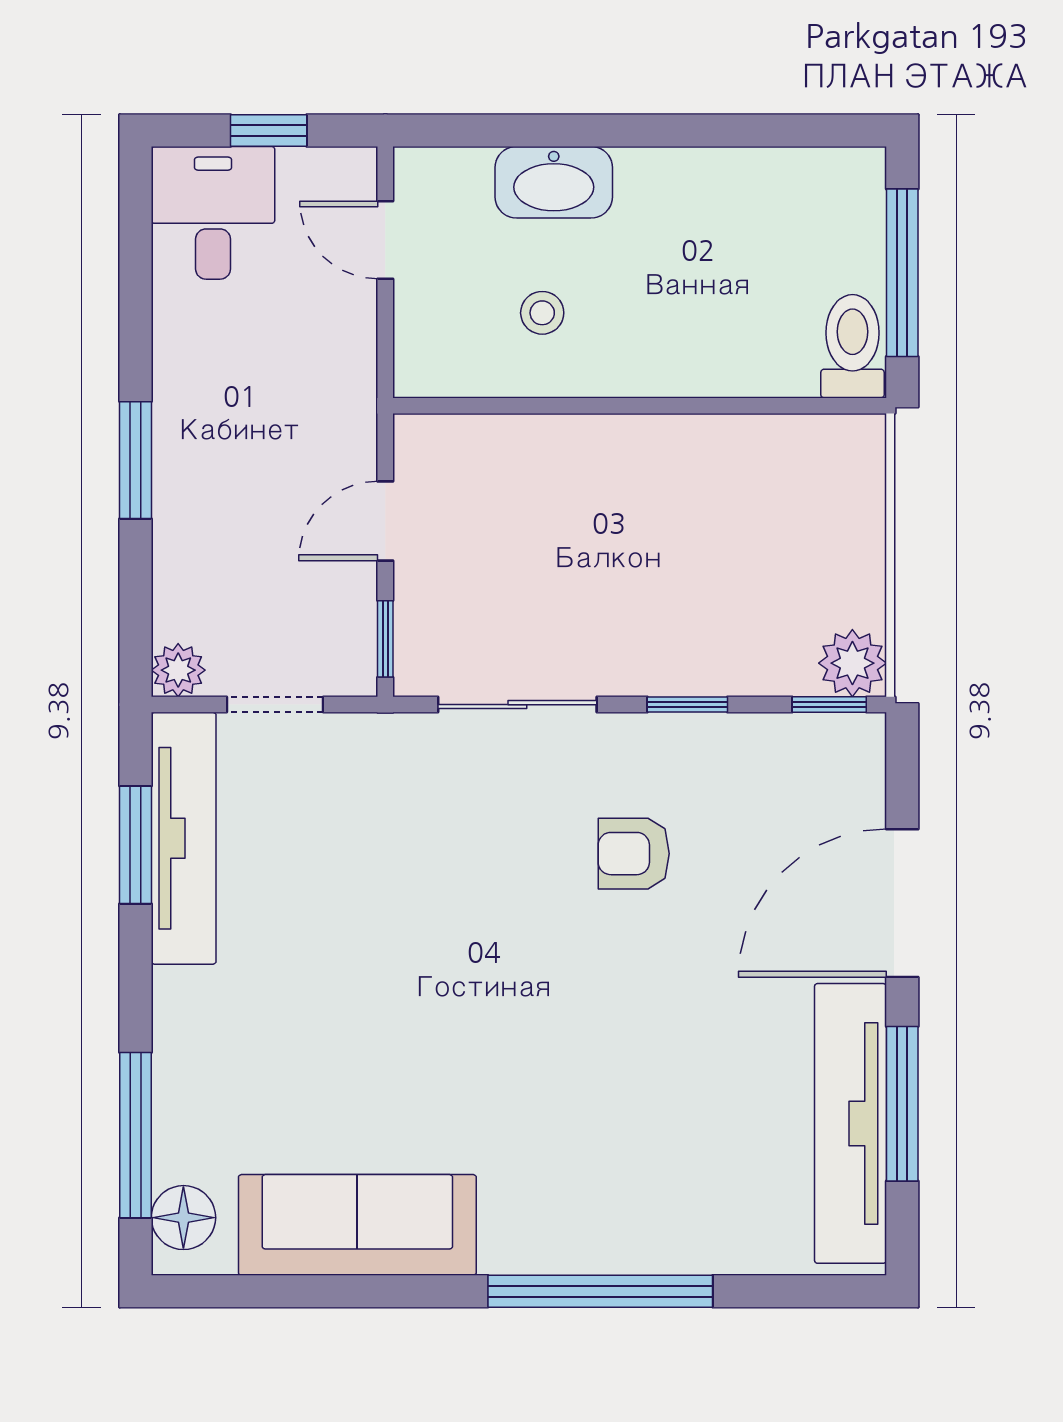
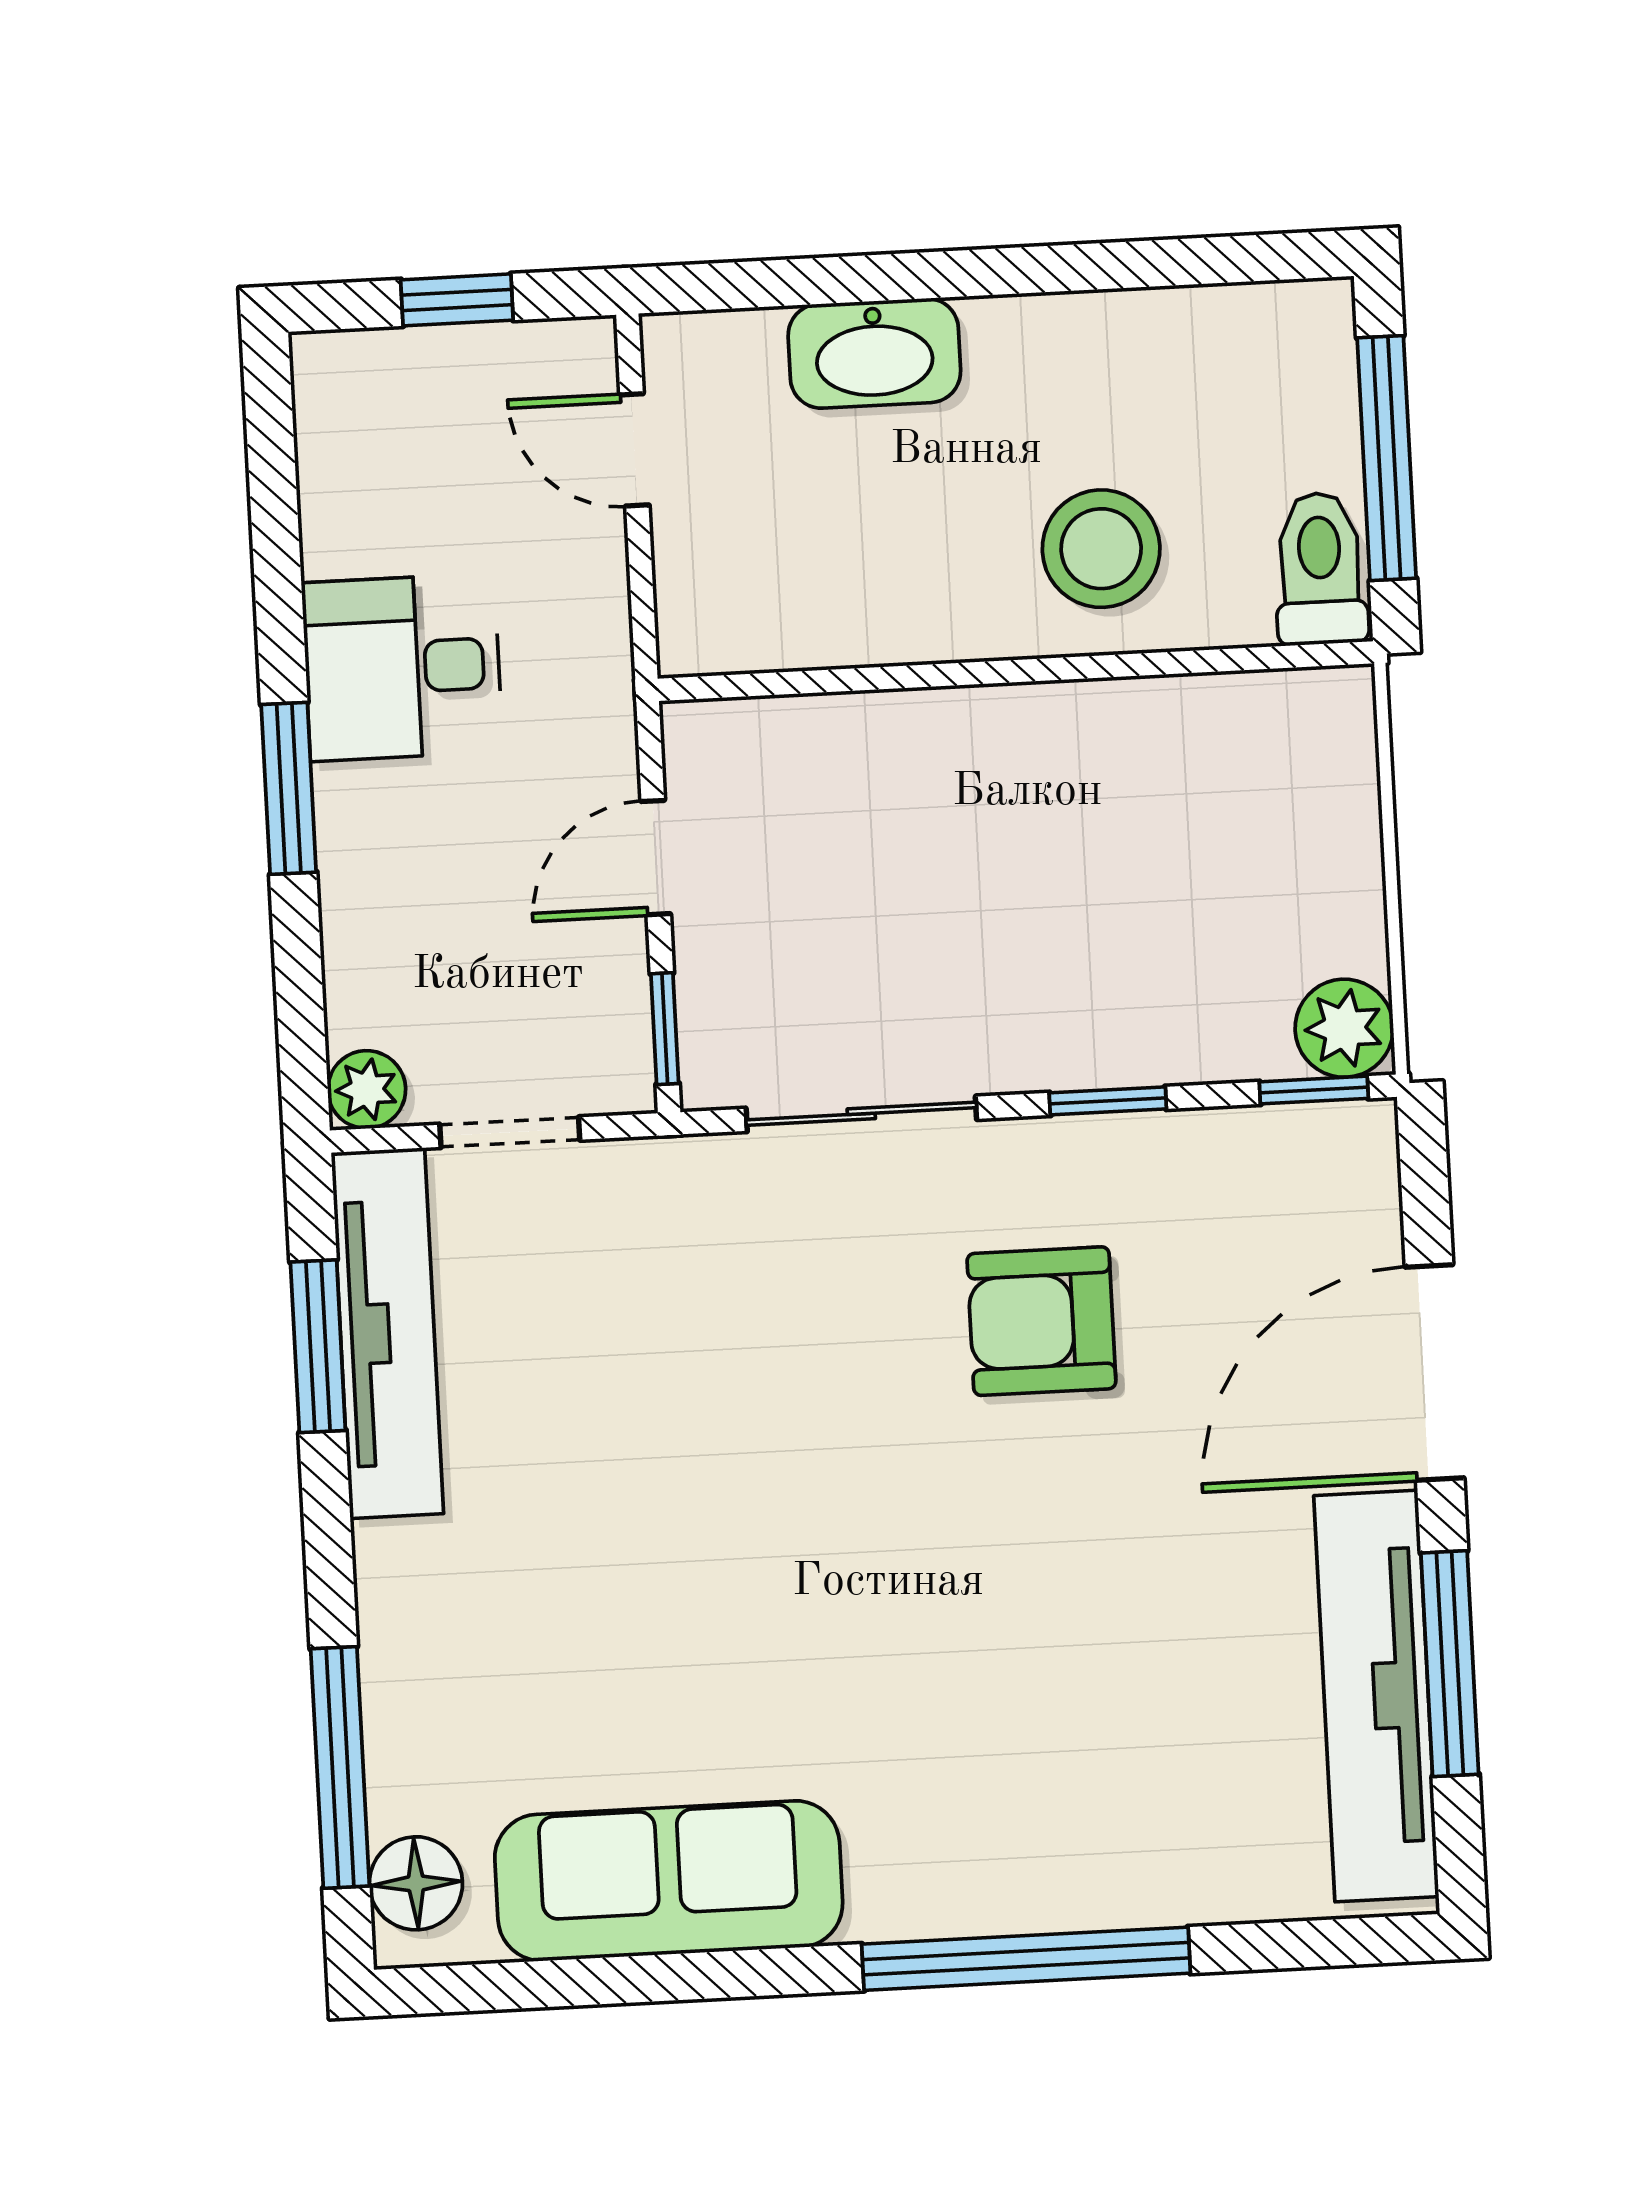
desk: (213, 213) -> (402, 667), moved, turned -90
stool: (542, 313) -> (1101, 549), moved, width x1.89, depth x1.89
armchair: (634, 854) -> (1041, 1321), width x1.38, depth x1.38

